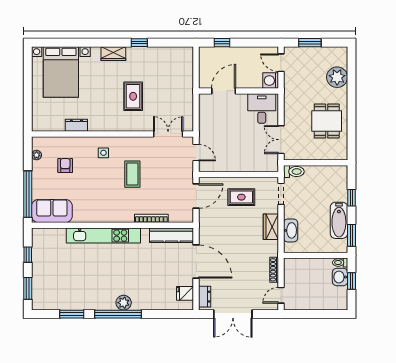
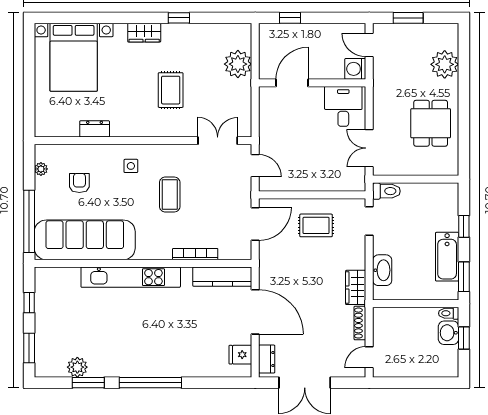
plant: (183, 77) -> (238, 64), added
sofa: (52, 211) -> (85, 240), width x1.85, depth x1.27
wardrobe: (271, 227) -> (356, 287), moved
plant: (124, 303) -> (77, 367), moved

